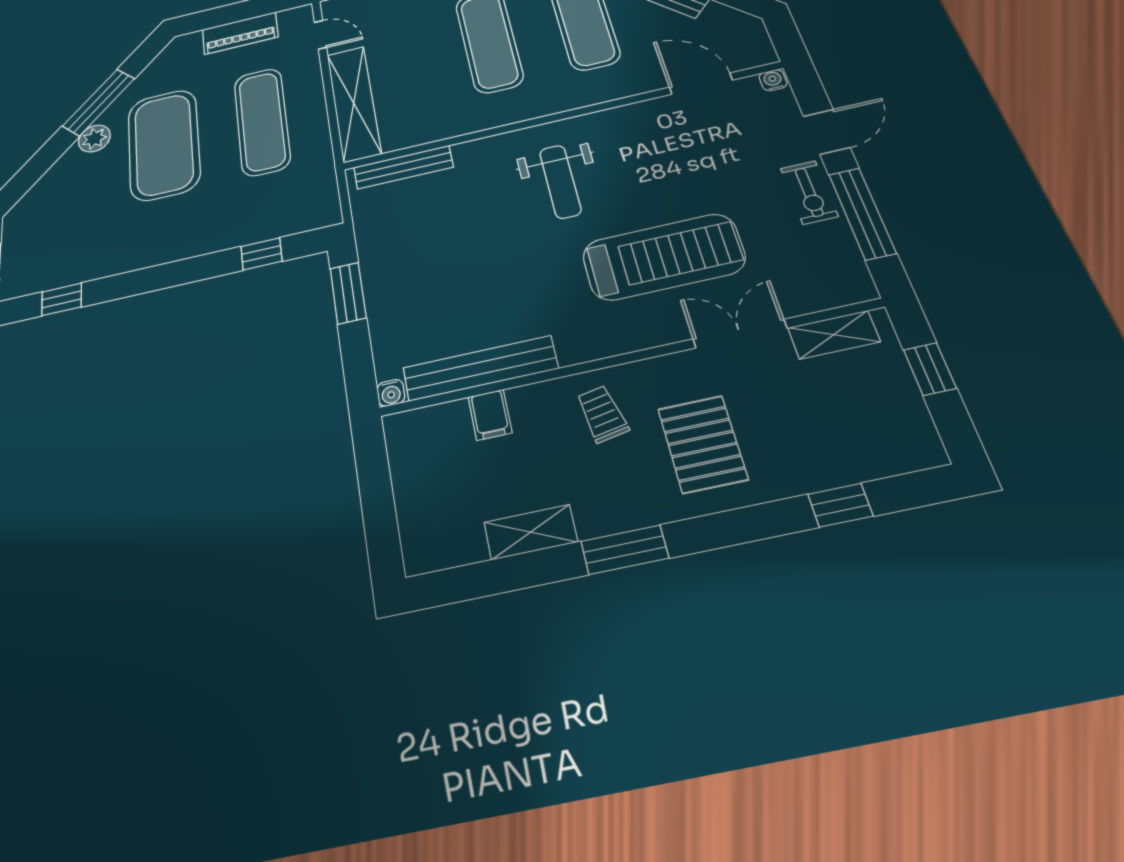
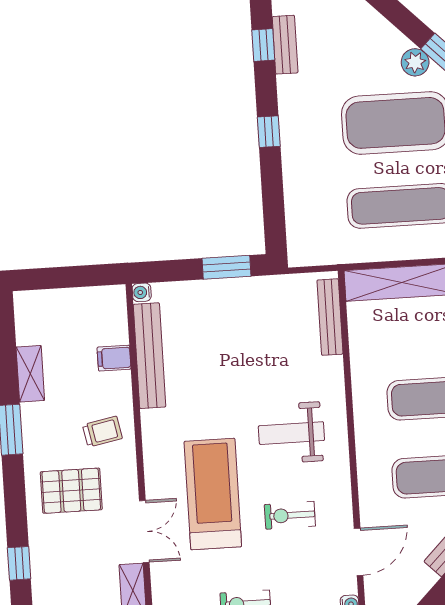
exercise bike: (671, 164) -> (290, 515), added
window: (261, 254) -> (269, 132), moved
treadmill: (663, 257) -> (213, 494), turned 180
bench: (63, 275) -> (285, 45), added

